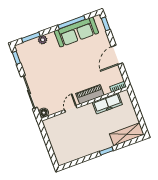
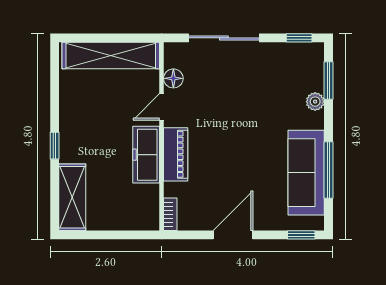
door: (117, 55) -> (233, 235), hinge flipped
freezer: (107, 103) -> (146, 155), moved
door: (71, 109) -> (162, 107), swing flipped
floor lamp: (44, 113) -> (173, 78), moved
shelving: (56, 141) -> (111, 56), added

